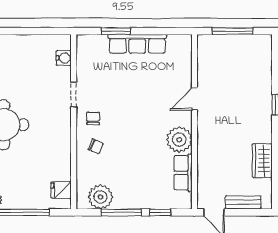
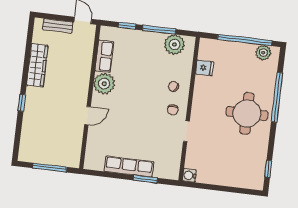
water cooler: (64, 58) -> (189, 175), moved
wardrobe: (262, 161) -> (37, 65), width x1.50
fridge: (61, 190) -> (205, 68), moved

